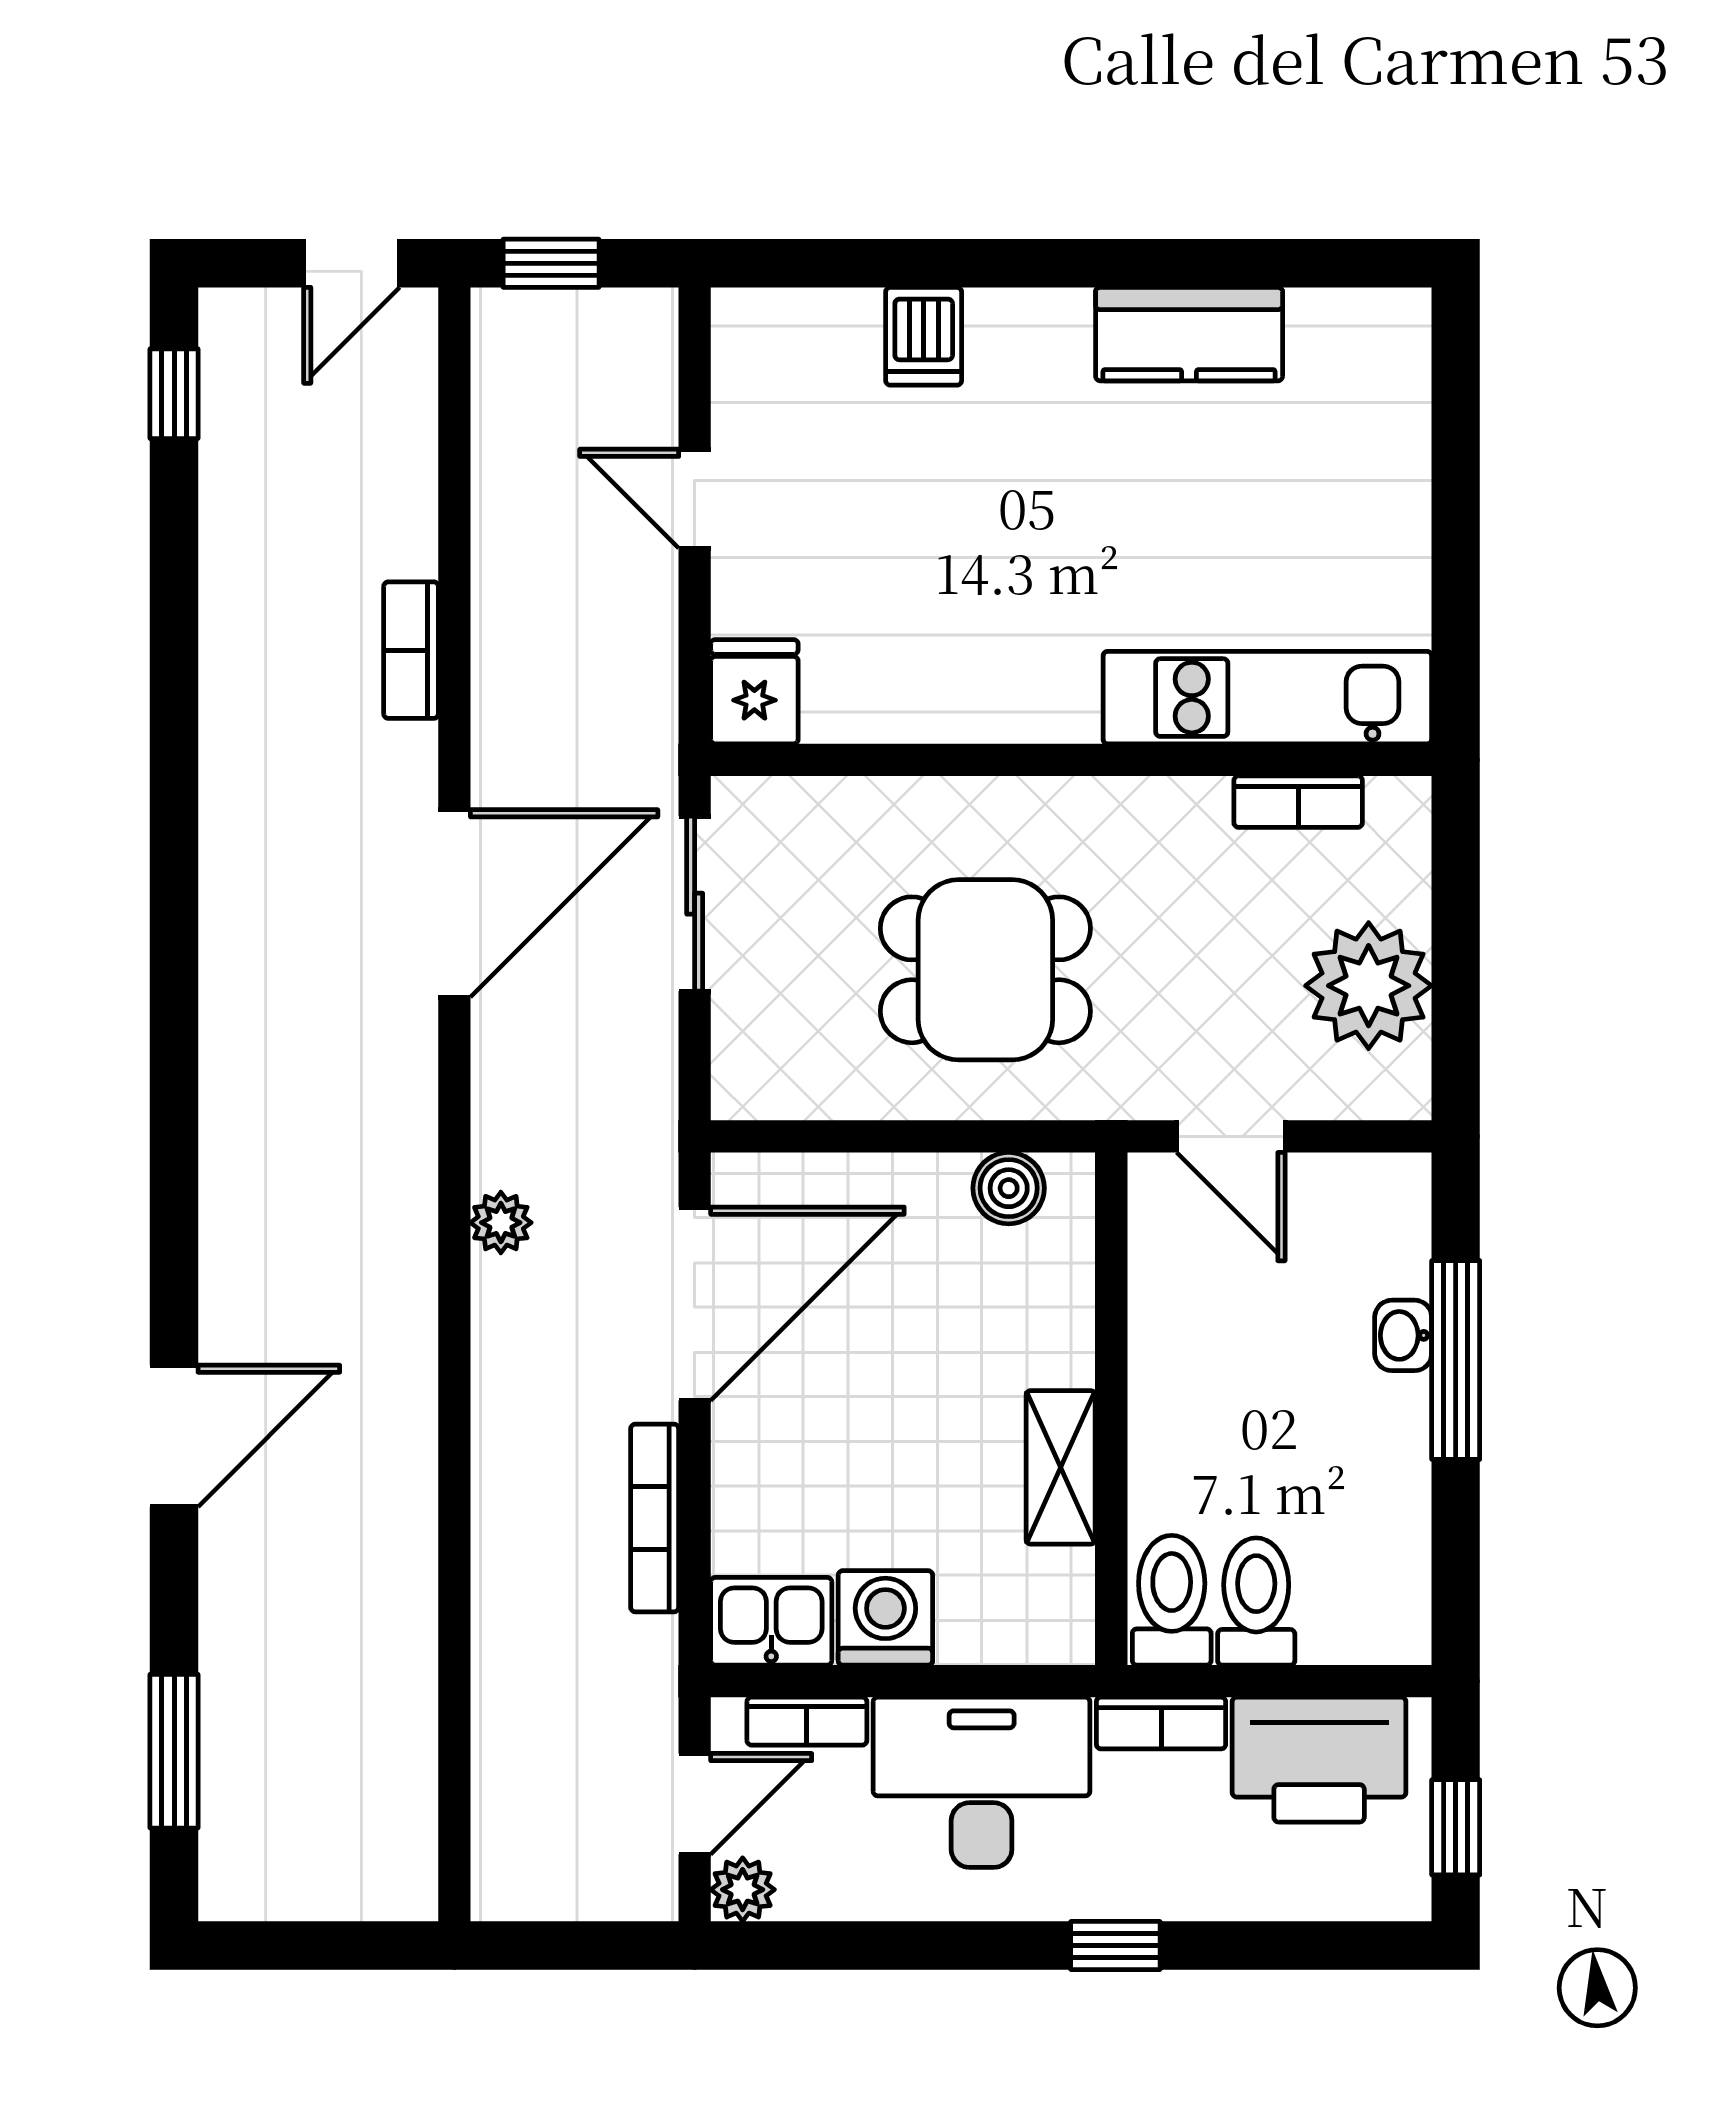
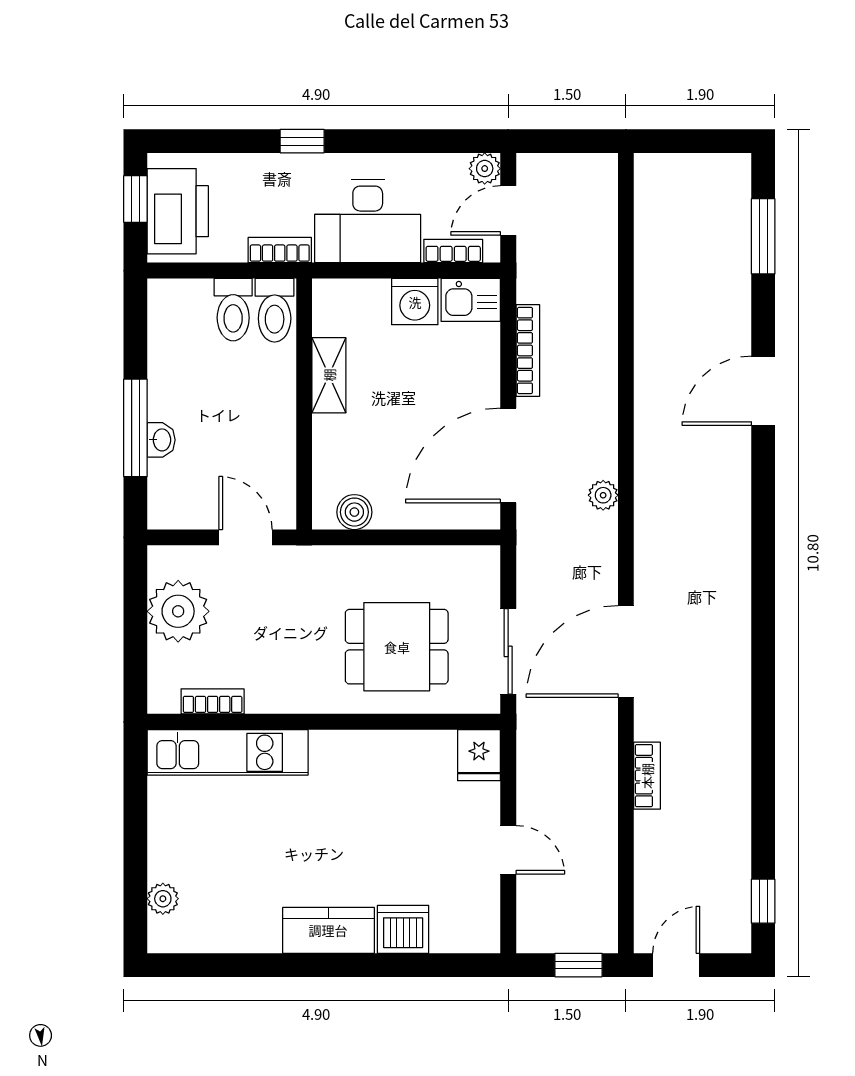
kitchen counter: (1189, 334) -> (328, 930), moved
dishwasher: (924, 336) -> (403, 929), width x1.38
plant: (1400, 399) -> (163, 899), added
dining table: (985, 970) -> (397, 647), moved
printer: (1319, 1760) -> (178, 211), moved, turned 90

